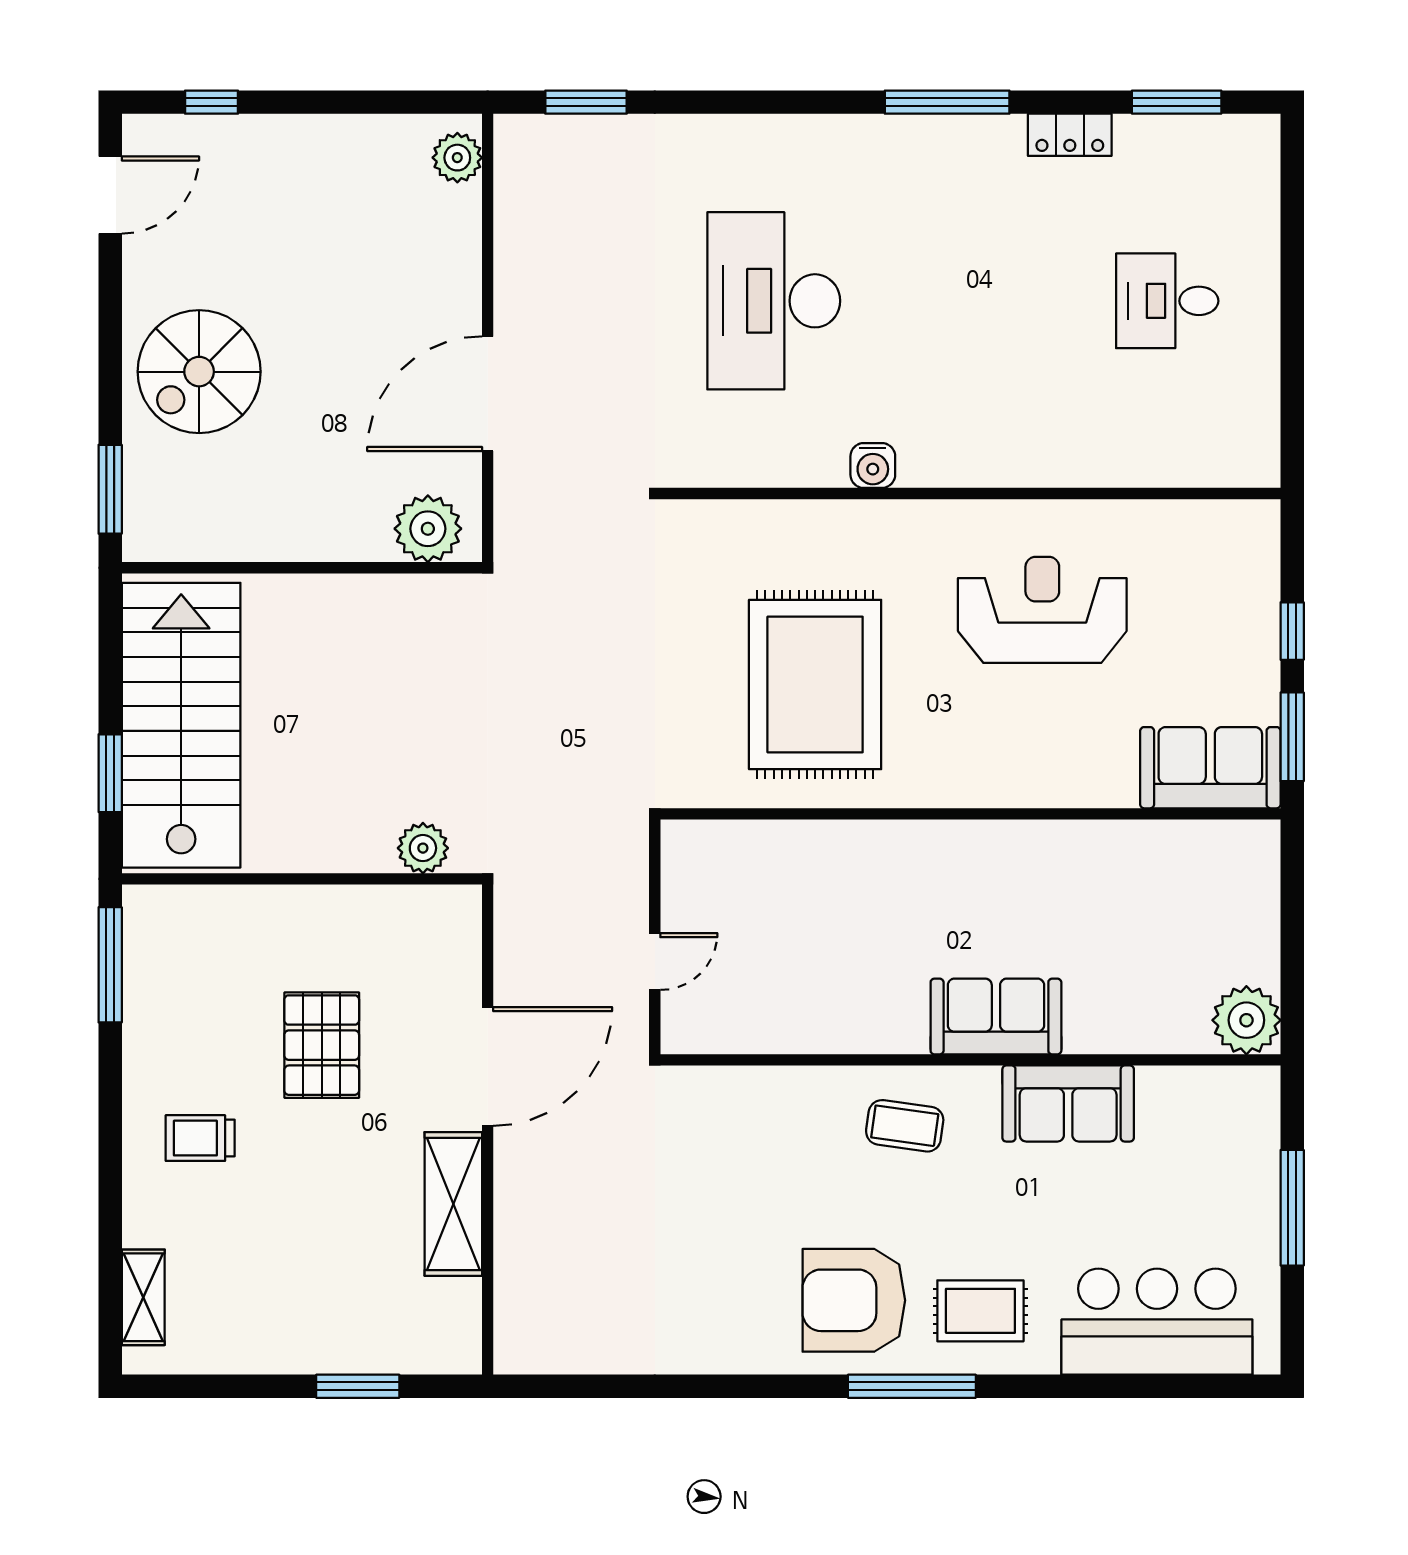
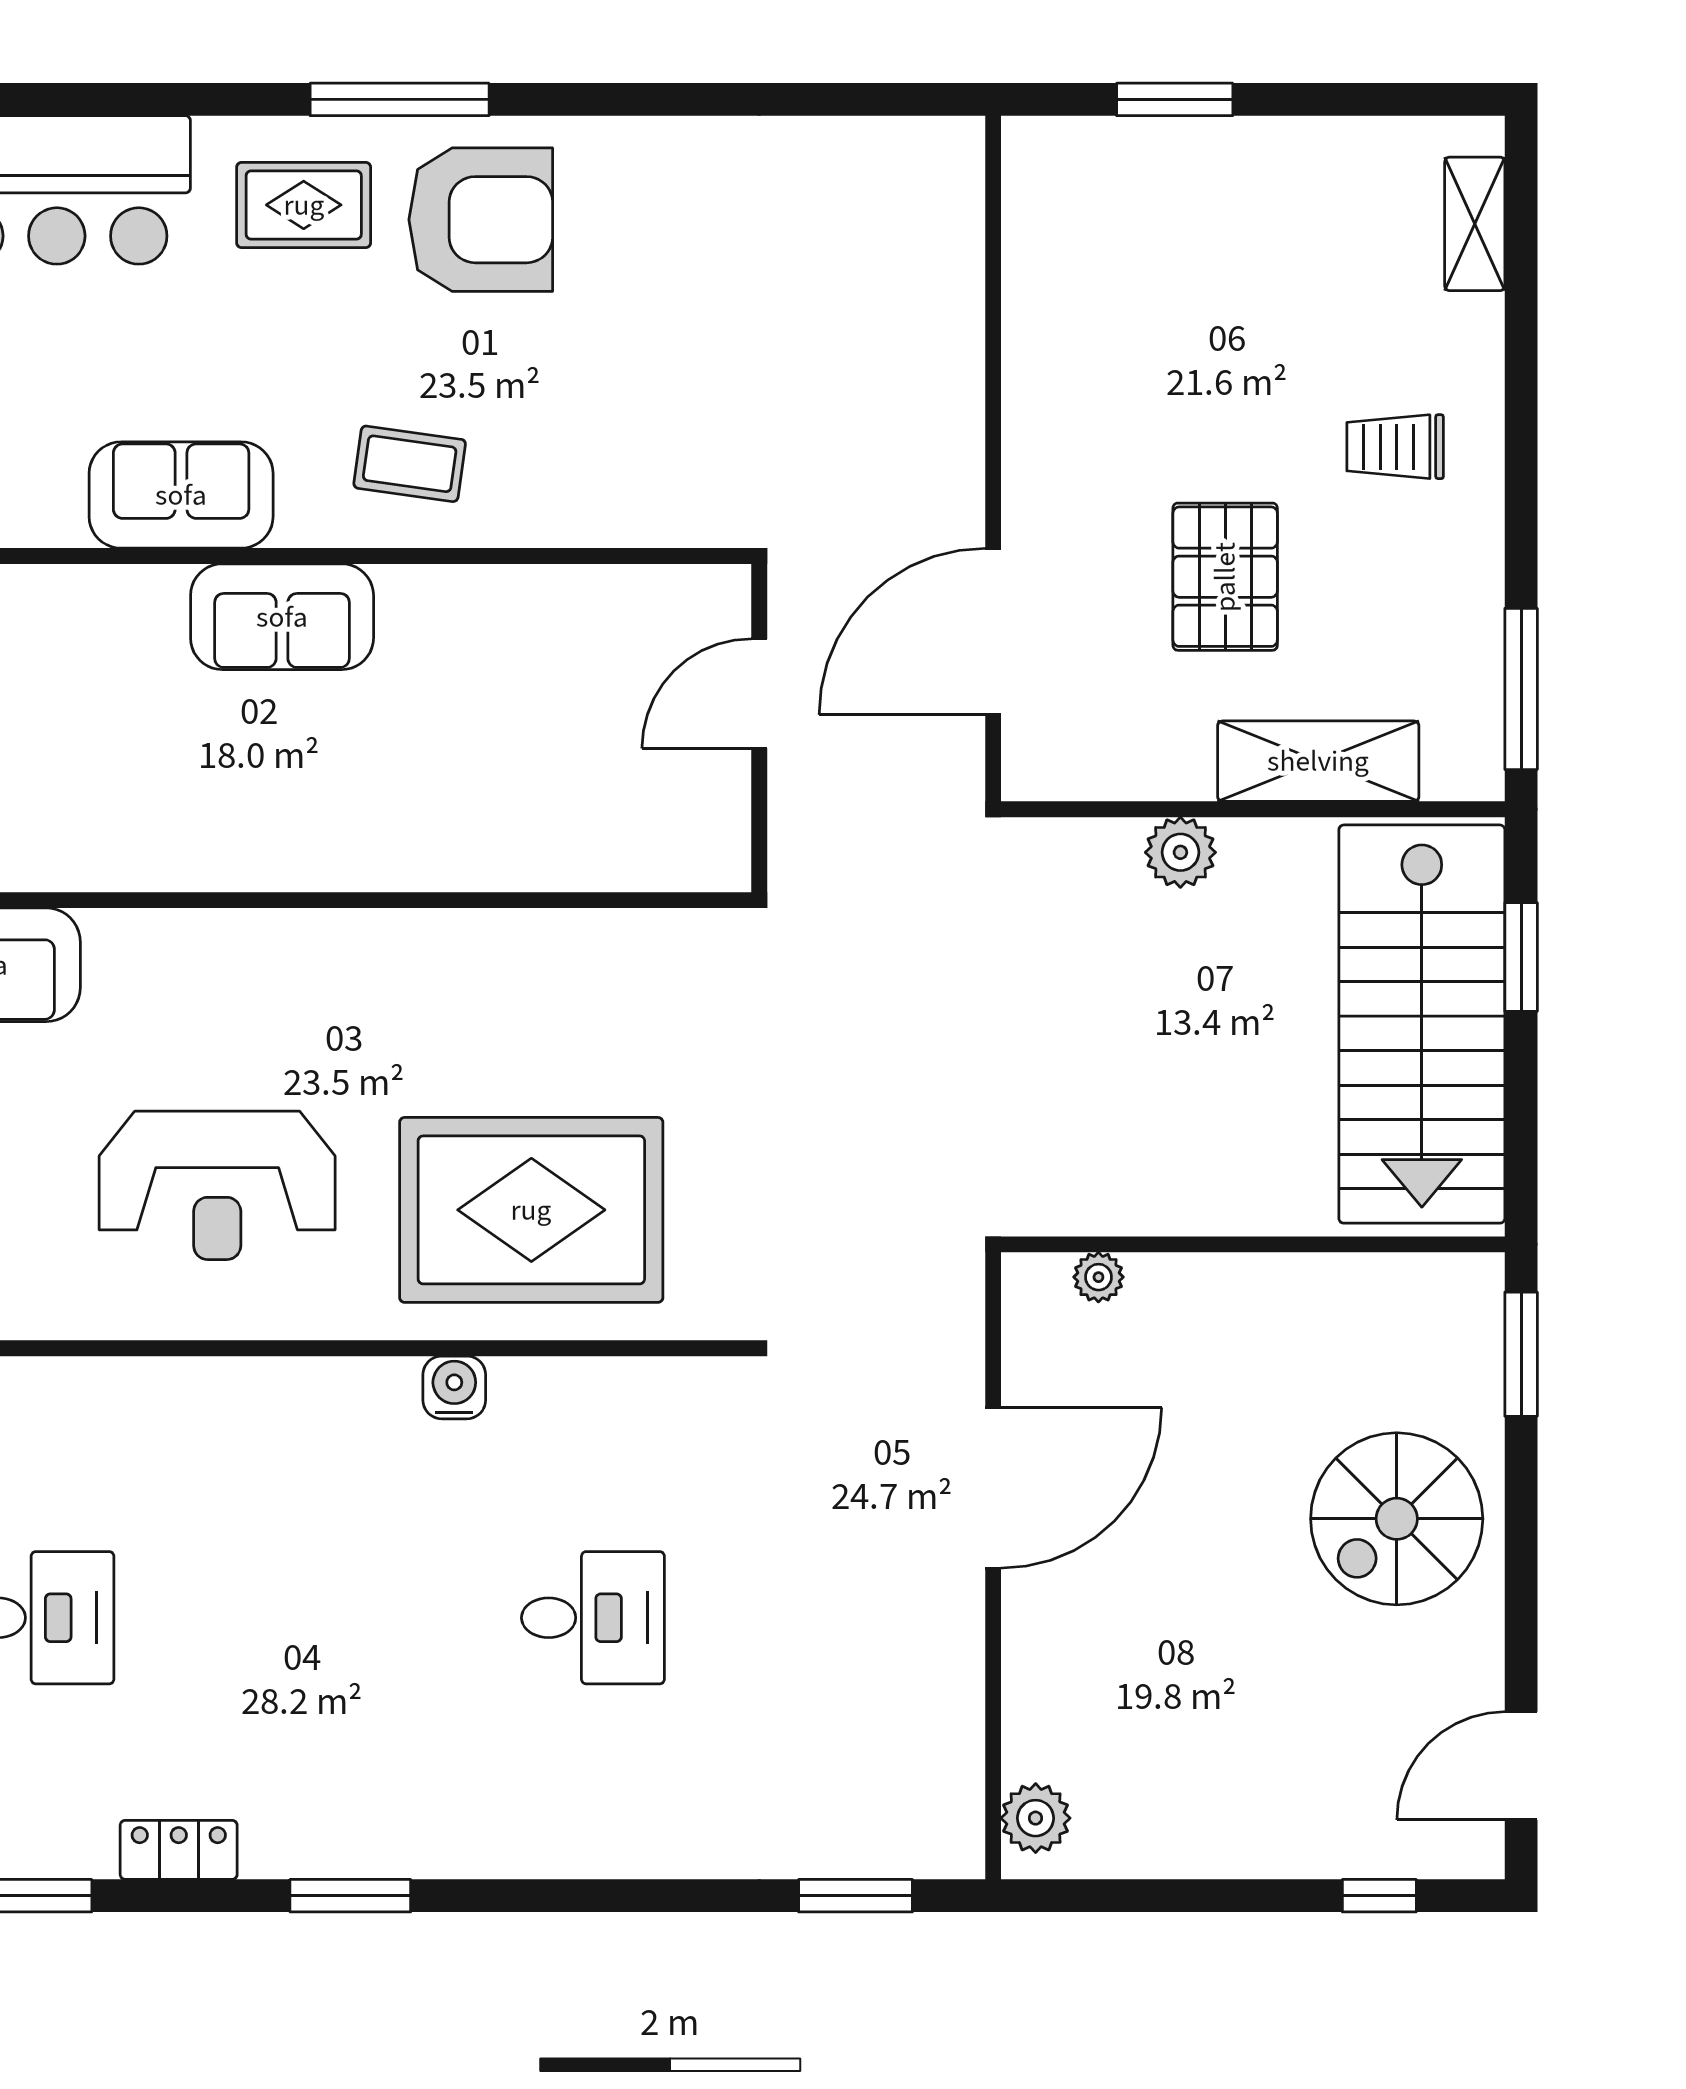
window: (947, 102) -> (350, 1896), width x0.69
desk: (774, 301) -> (593, 1618), width x0.53, depth x0.77
spiral stairs: (199, 372) -> (1397, 1519), turned 180
plant: (428, 529) -> (1098, 1277), width x0.53, depth x0.53
rug: (815, 684) -> (531, 1210), moved, turned 90
plant: (423, 848) -> (1180, 852), moved
door: (655, 962) -> (759, 694), width x1.38
door: (488, 1066) -> (993, 631), moved
trolley: (200, 1138) -> (1395, 447), turned 180
shelving: (453, 1204) -> (1318, 761), moved, turned 90

